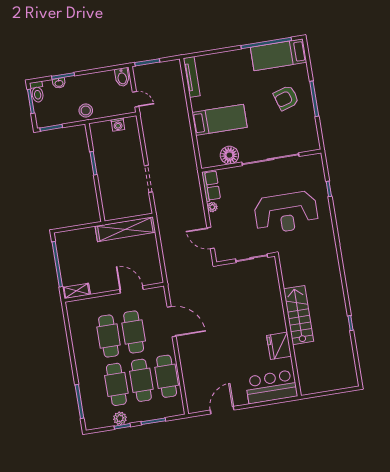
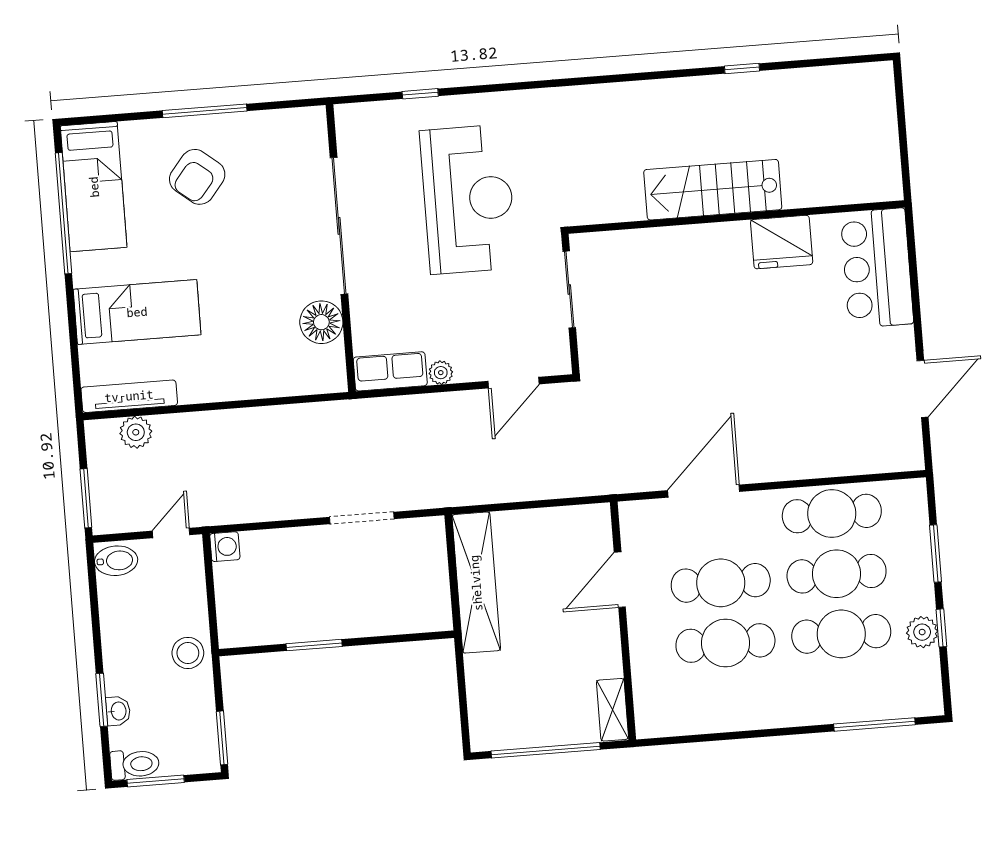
plant: (177, 81) -> (136, 432), added
armchair: (286, 98) -> (197, 177), turned 56
bed: (219, 120) -> (137, 312), moved, turned 90
washing machine: (118, 125) -> (225, 547), moved
door: (222, 410) -> (923, 389), swing flipped

